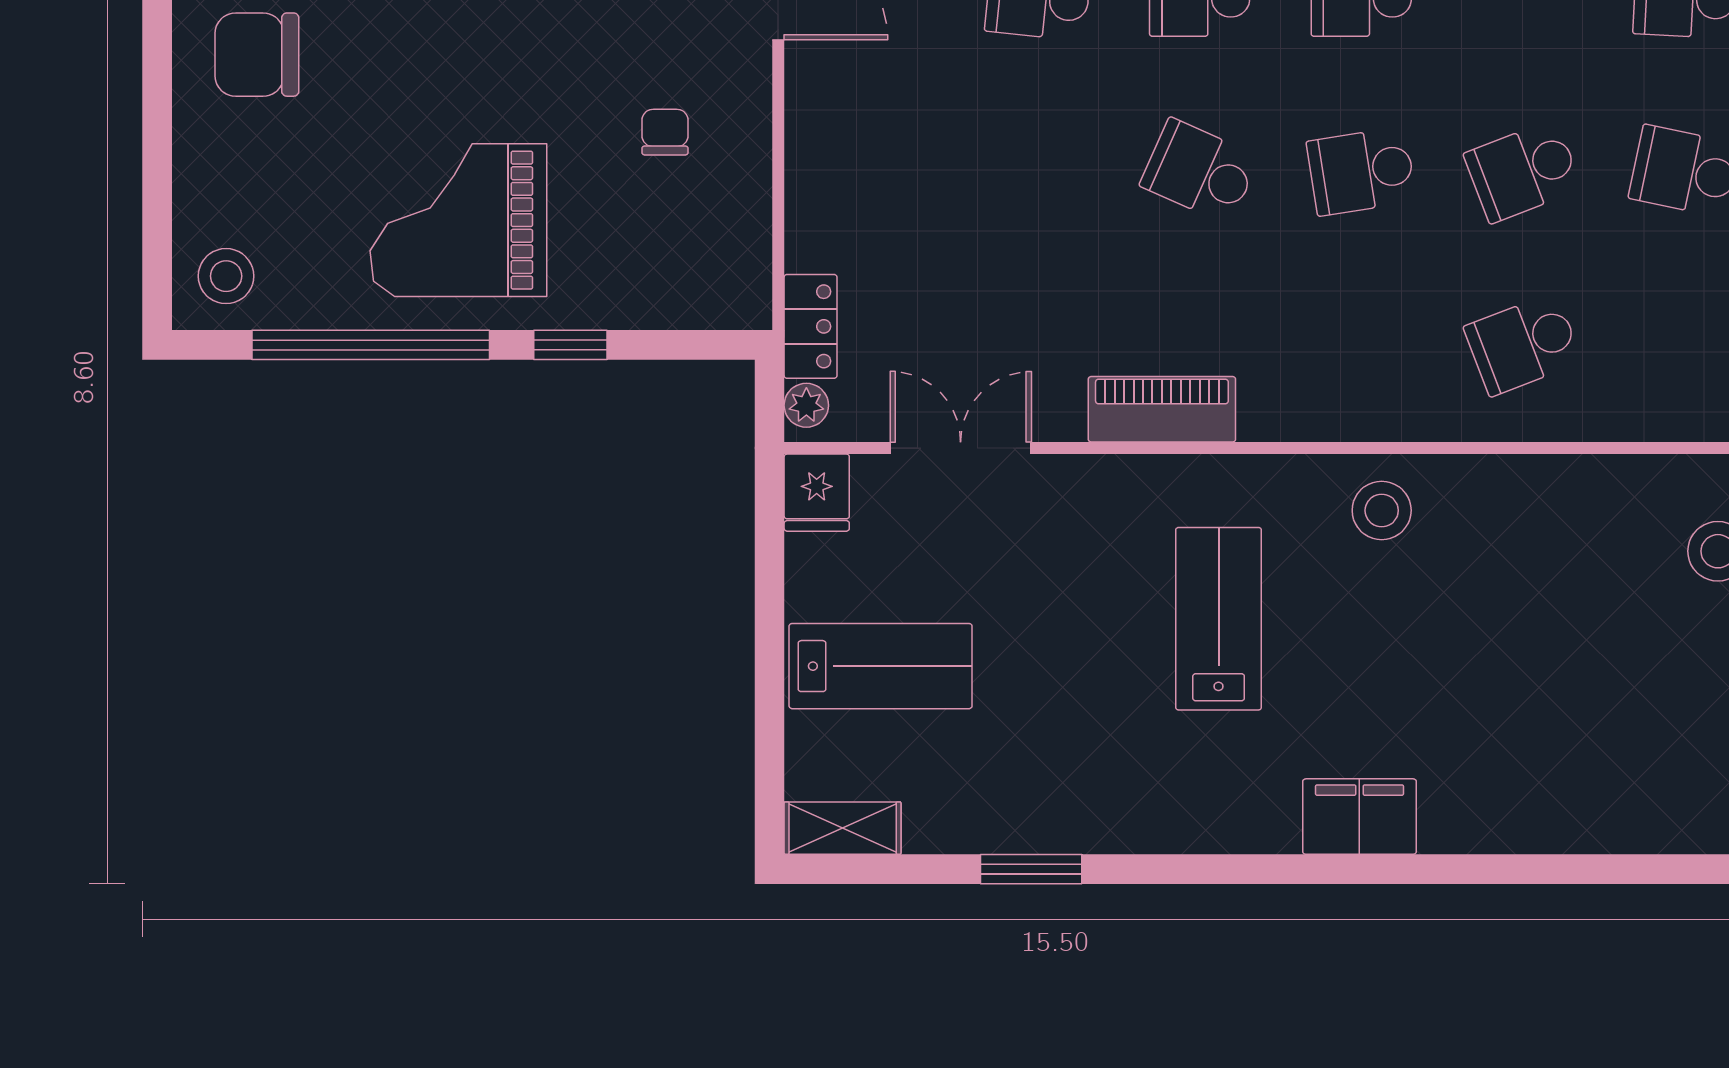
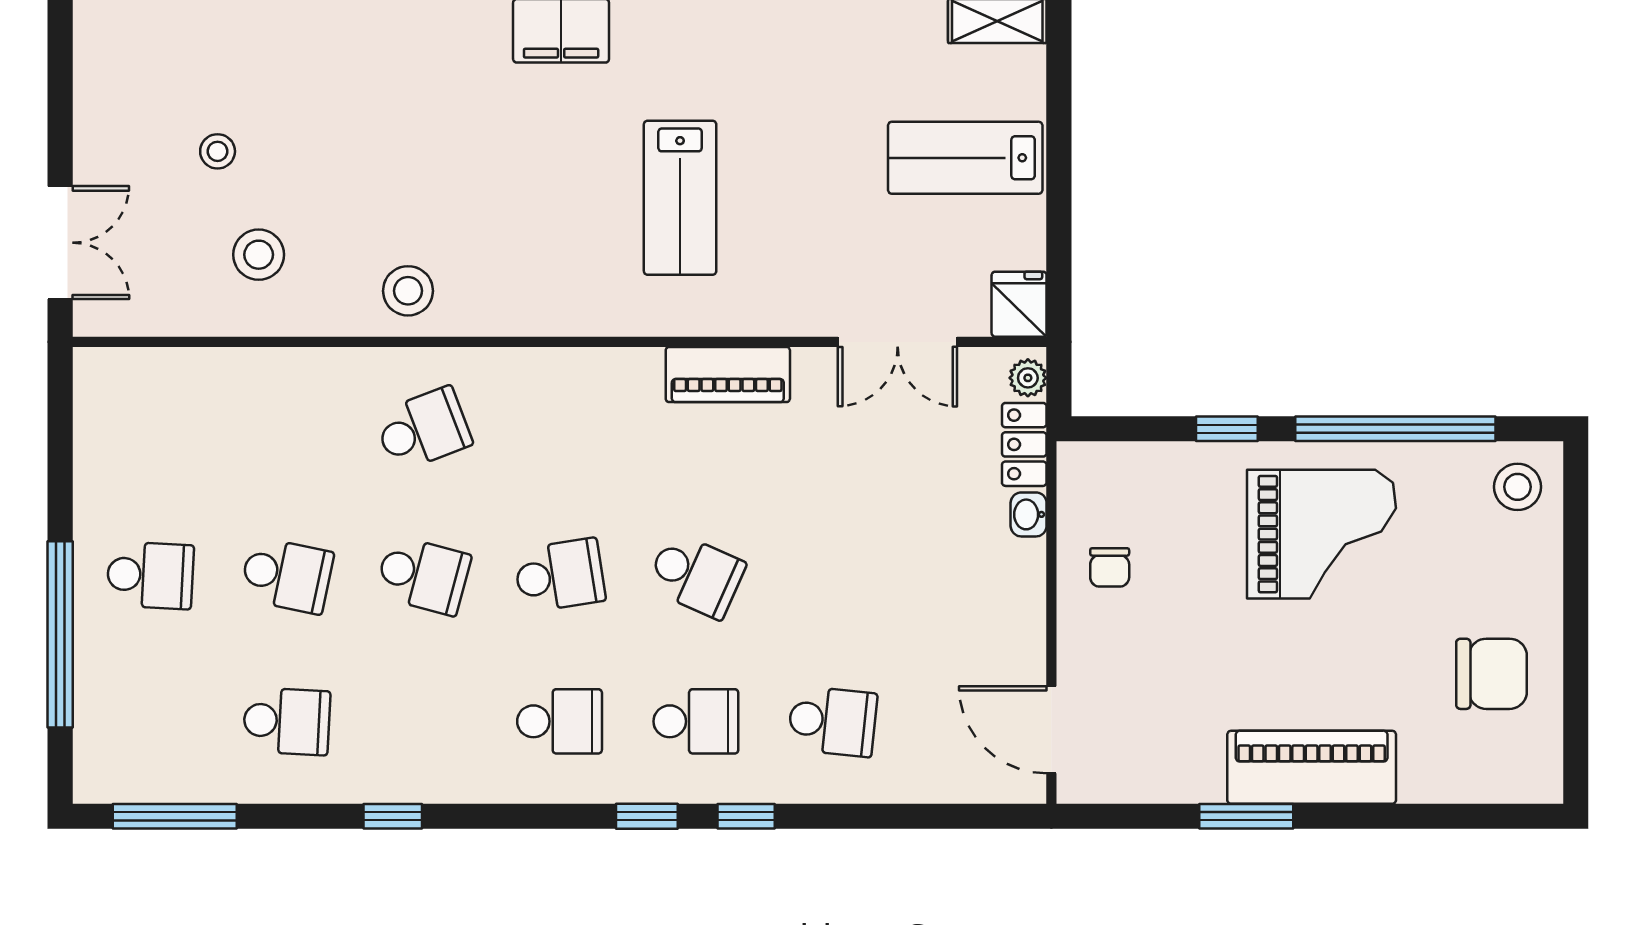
chair: (665, 132) -> (1110, 567), moved
school desk: (1523, 171) -> (423, 575), turned 36
washbasin: (805, 243) -> (1029, 514), added
stool: (1382, 510) -> (408, 291), moved

